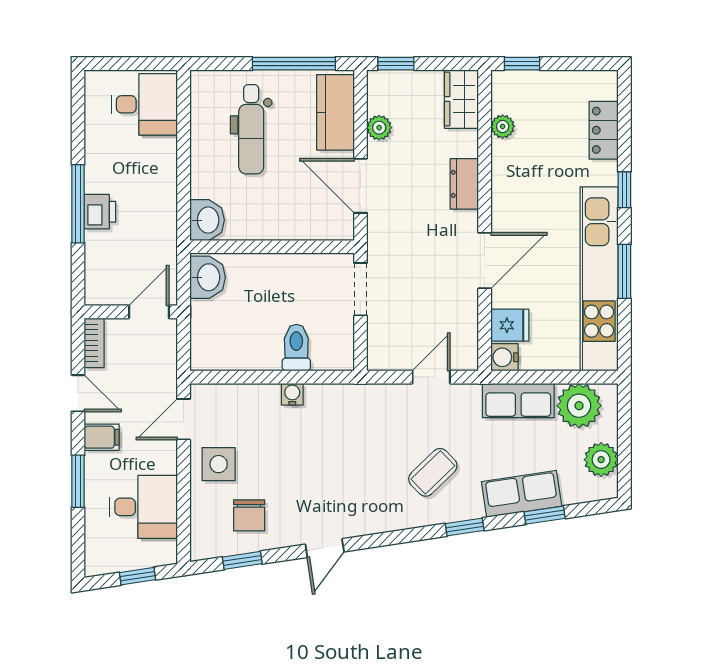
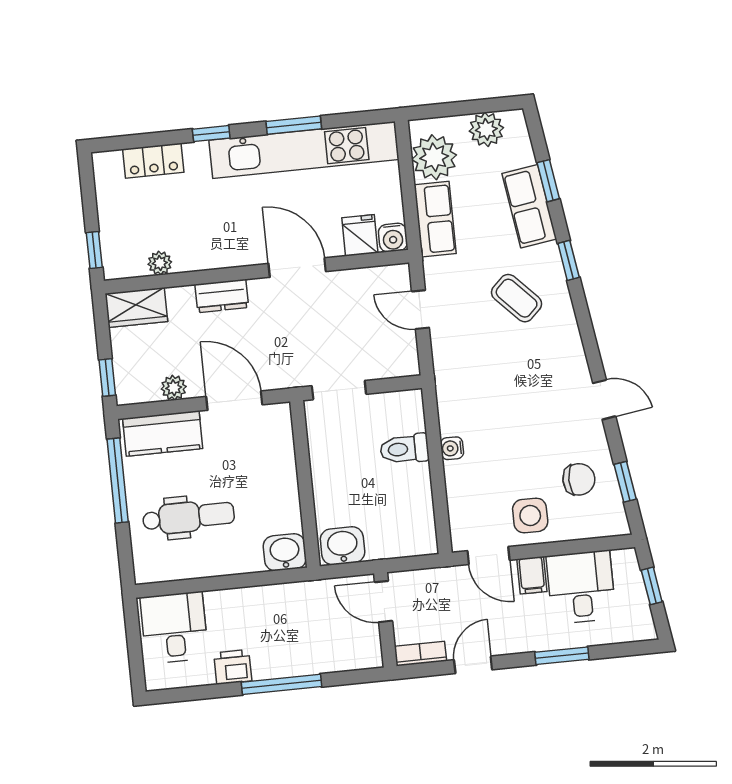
door: (360, 186) -> (234, 401), swing flipped
printer: (100, 212) -> (233, 667), moved
filing cabinet: (102, 437) -> (532, 575), moved, turned 180

